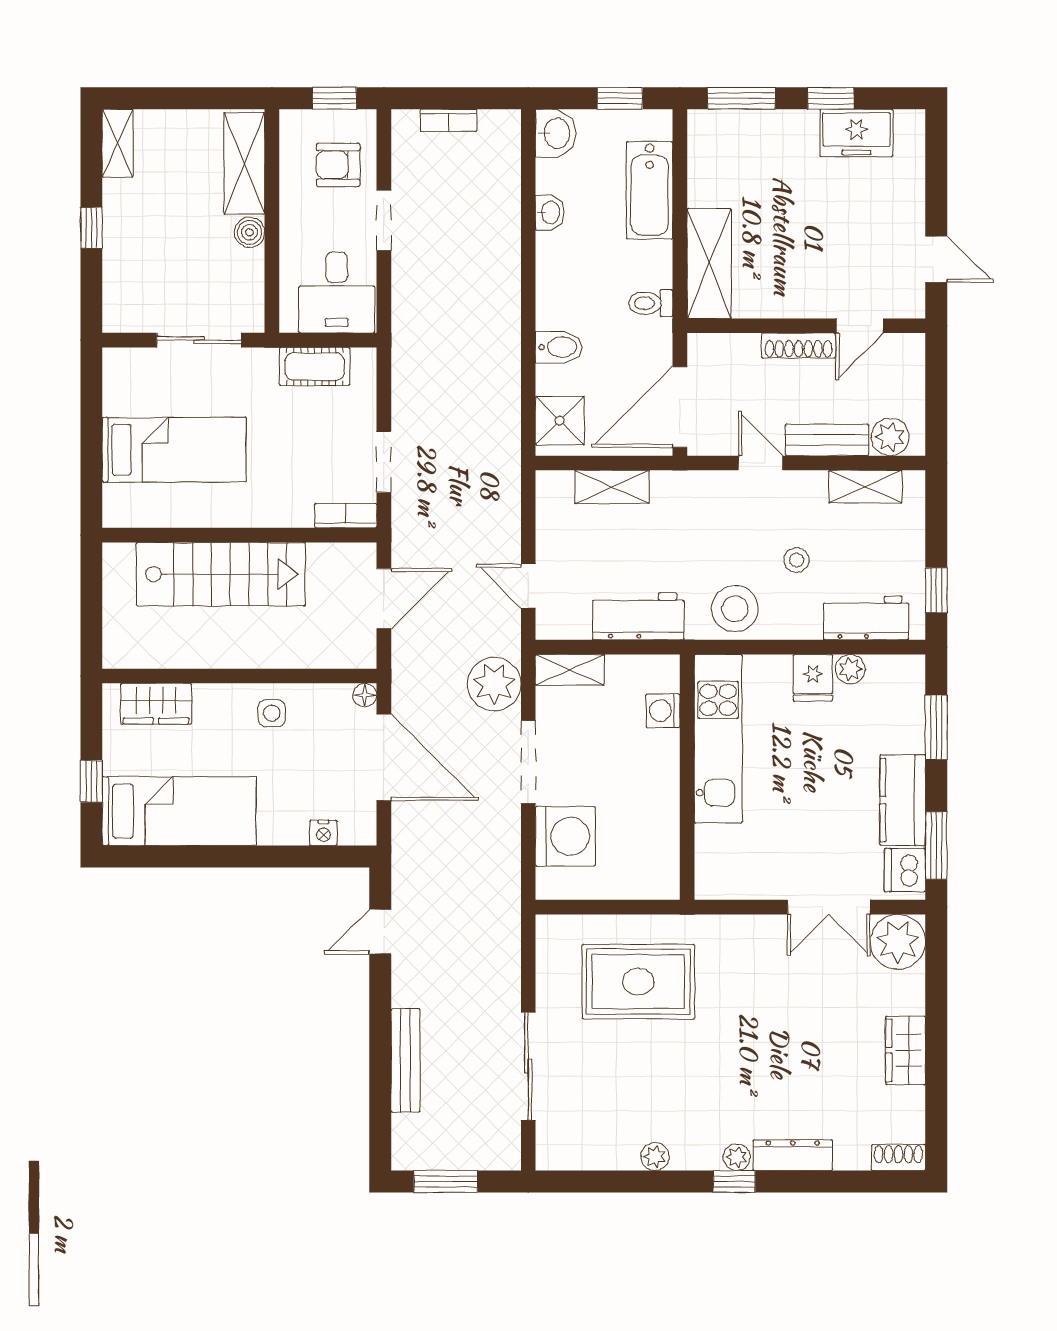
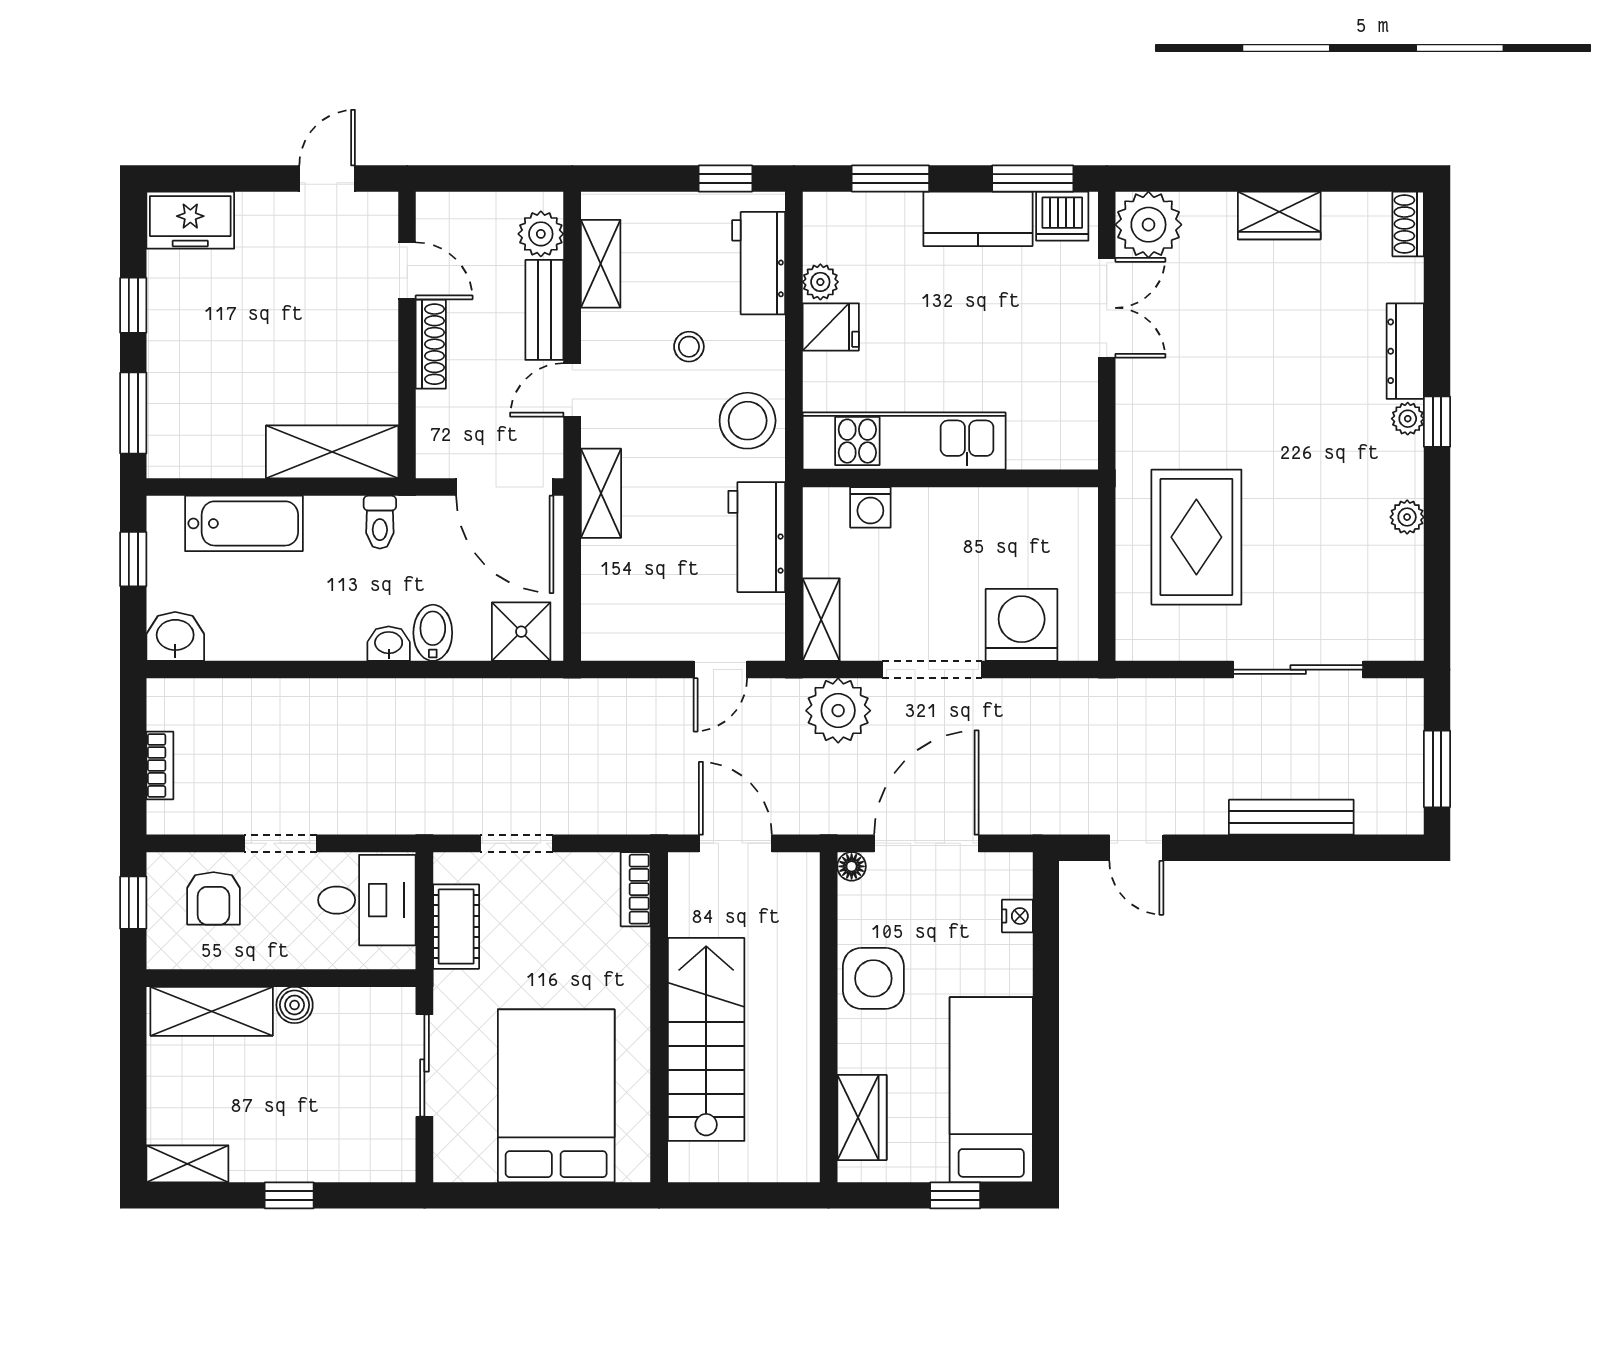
freezer: (856, 133) -> (190, 220), moved, turned 90
washbasin: (550, 213) -> (389, 644), moved
bed: (174, 450) -> (556, 1096), width x1.50
doorway: (384, 462) -> (516, 843), moved
shelving: (612, 487) -> (601, 493), moved
side table: (272, 713) -> (873, 978), width x1.87, depth x1.87

